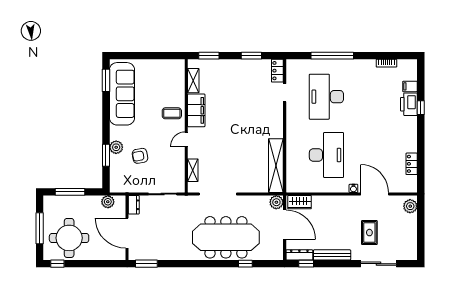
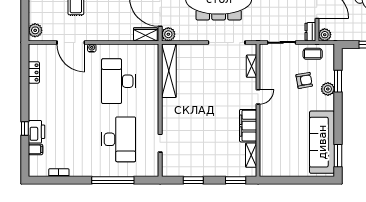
locker: (277, 71) -> (167, 165), removed
coffee table: (172, 113) -> (313, 54), moved
plant: (108, 202) -> (325, 35), moved

